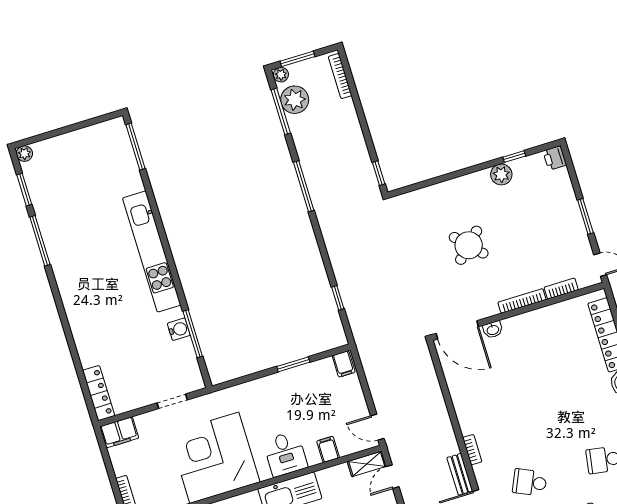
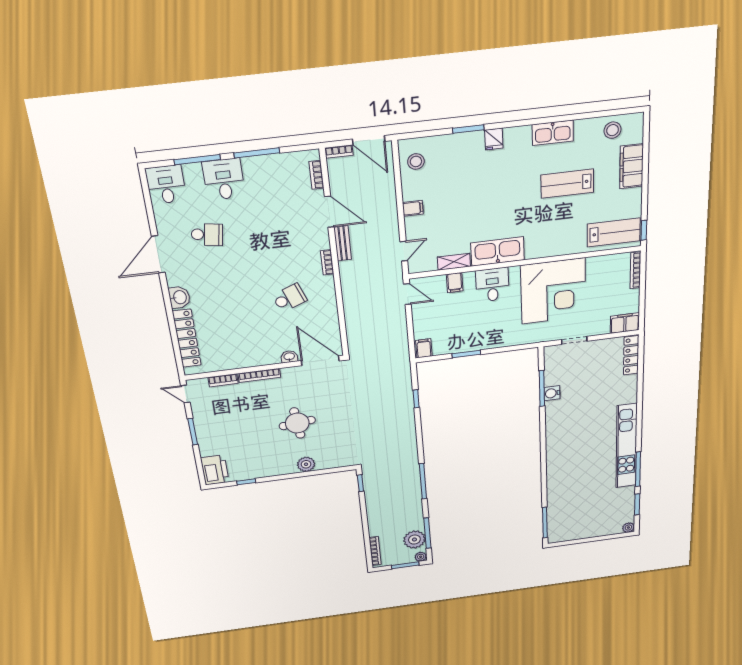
printer: (555, 158) -> (215, 470), width x1.87, depth x1.48
plant: (501, 174) -> (306, 464), moved
round table: (469, 245) -> (297, 423), turned 38
kitchen unit: (152, 252) -> (627, 446), moved, turned 180
shelving: (367, 464) -> (454, 262), moved
school desk: (530, 482) -> (290, 298), moved, turned -45

